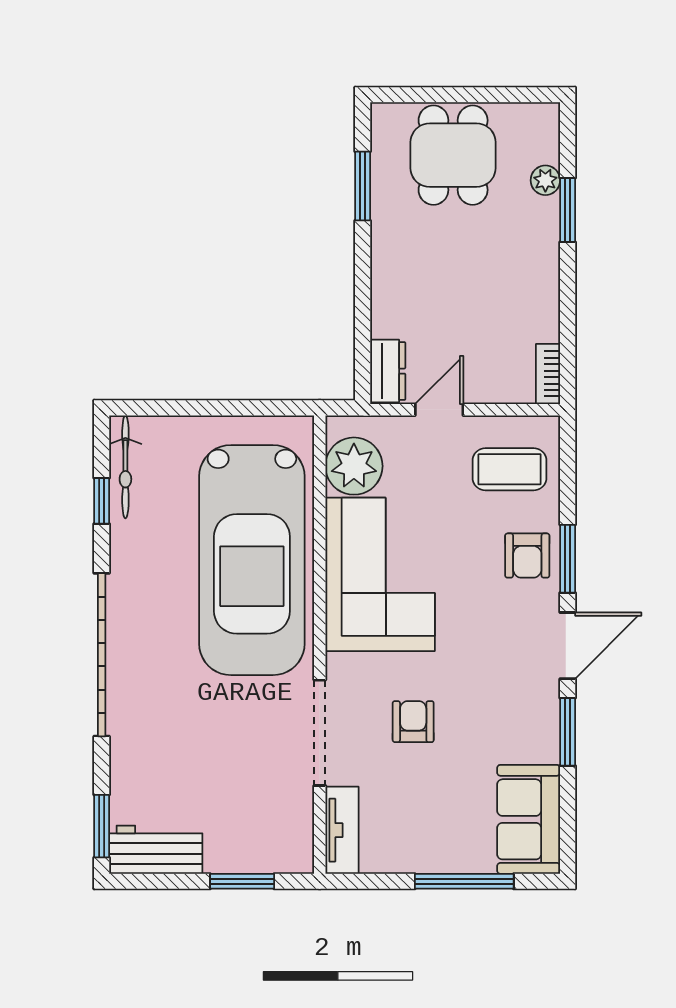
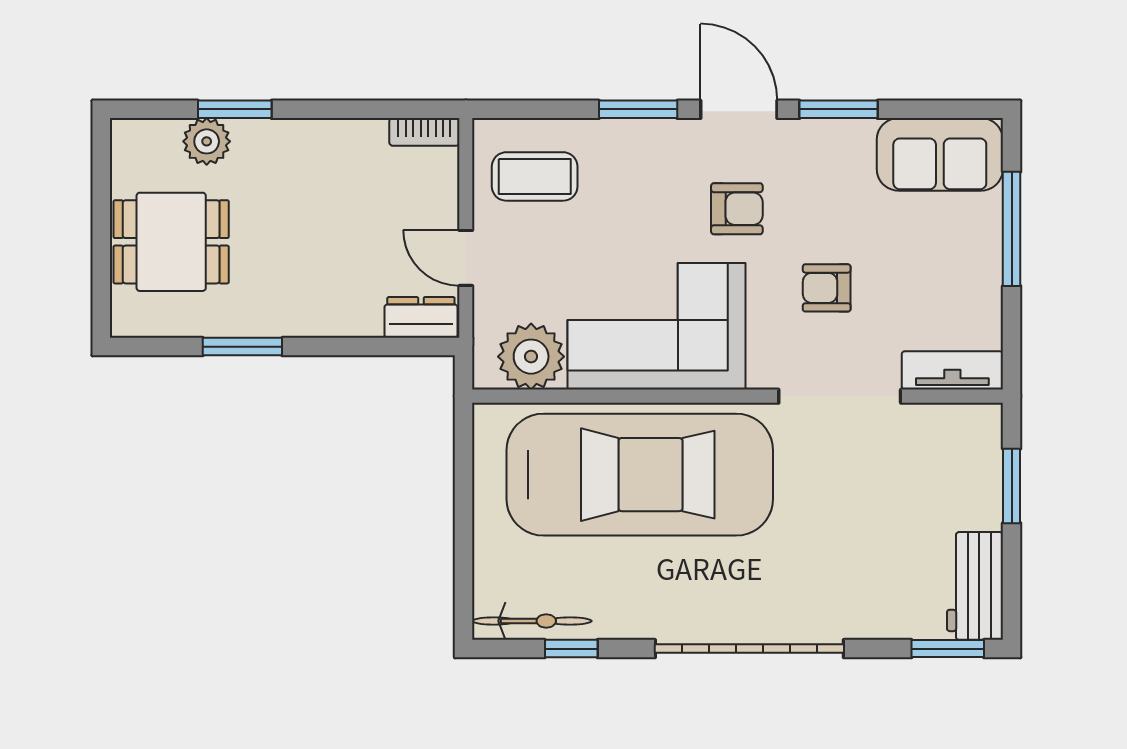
plant: (545, 180) -> (207, 141), width x1.38, depth x1.38
window: (363, 186) -> (242, 347), moved
coffee table: (509, 469) -> (535, 176), turned 90
armchair: (527, 556) -> (737, 209), moved

